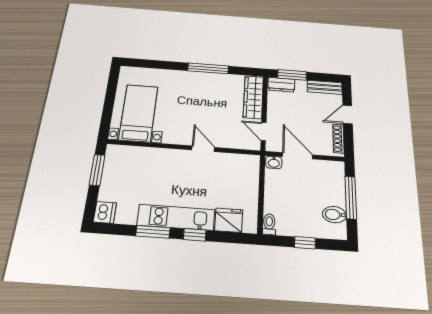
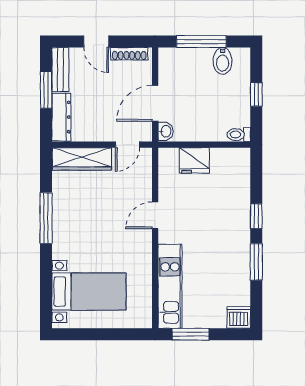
window: (292, 75) -> (46, 90), moved
dresser: (281, 85) -> (61, 117), width x1.44
bed with nightstands: (138, 113) -> (89, 292), moved, turned 180
kitchen unit: (176, 217) -> (170, 286), moved, turned 180
fridge: (229, 220) -> (194, 160), moved, turned -90

